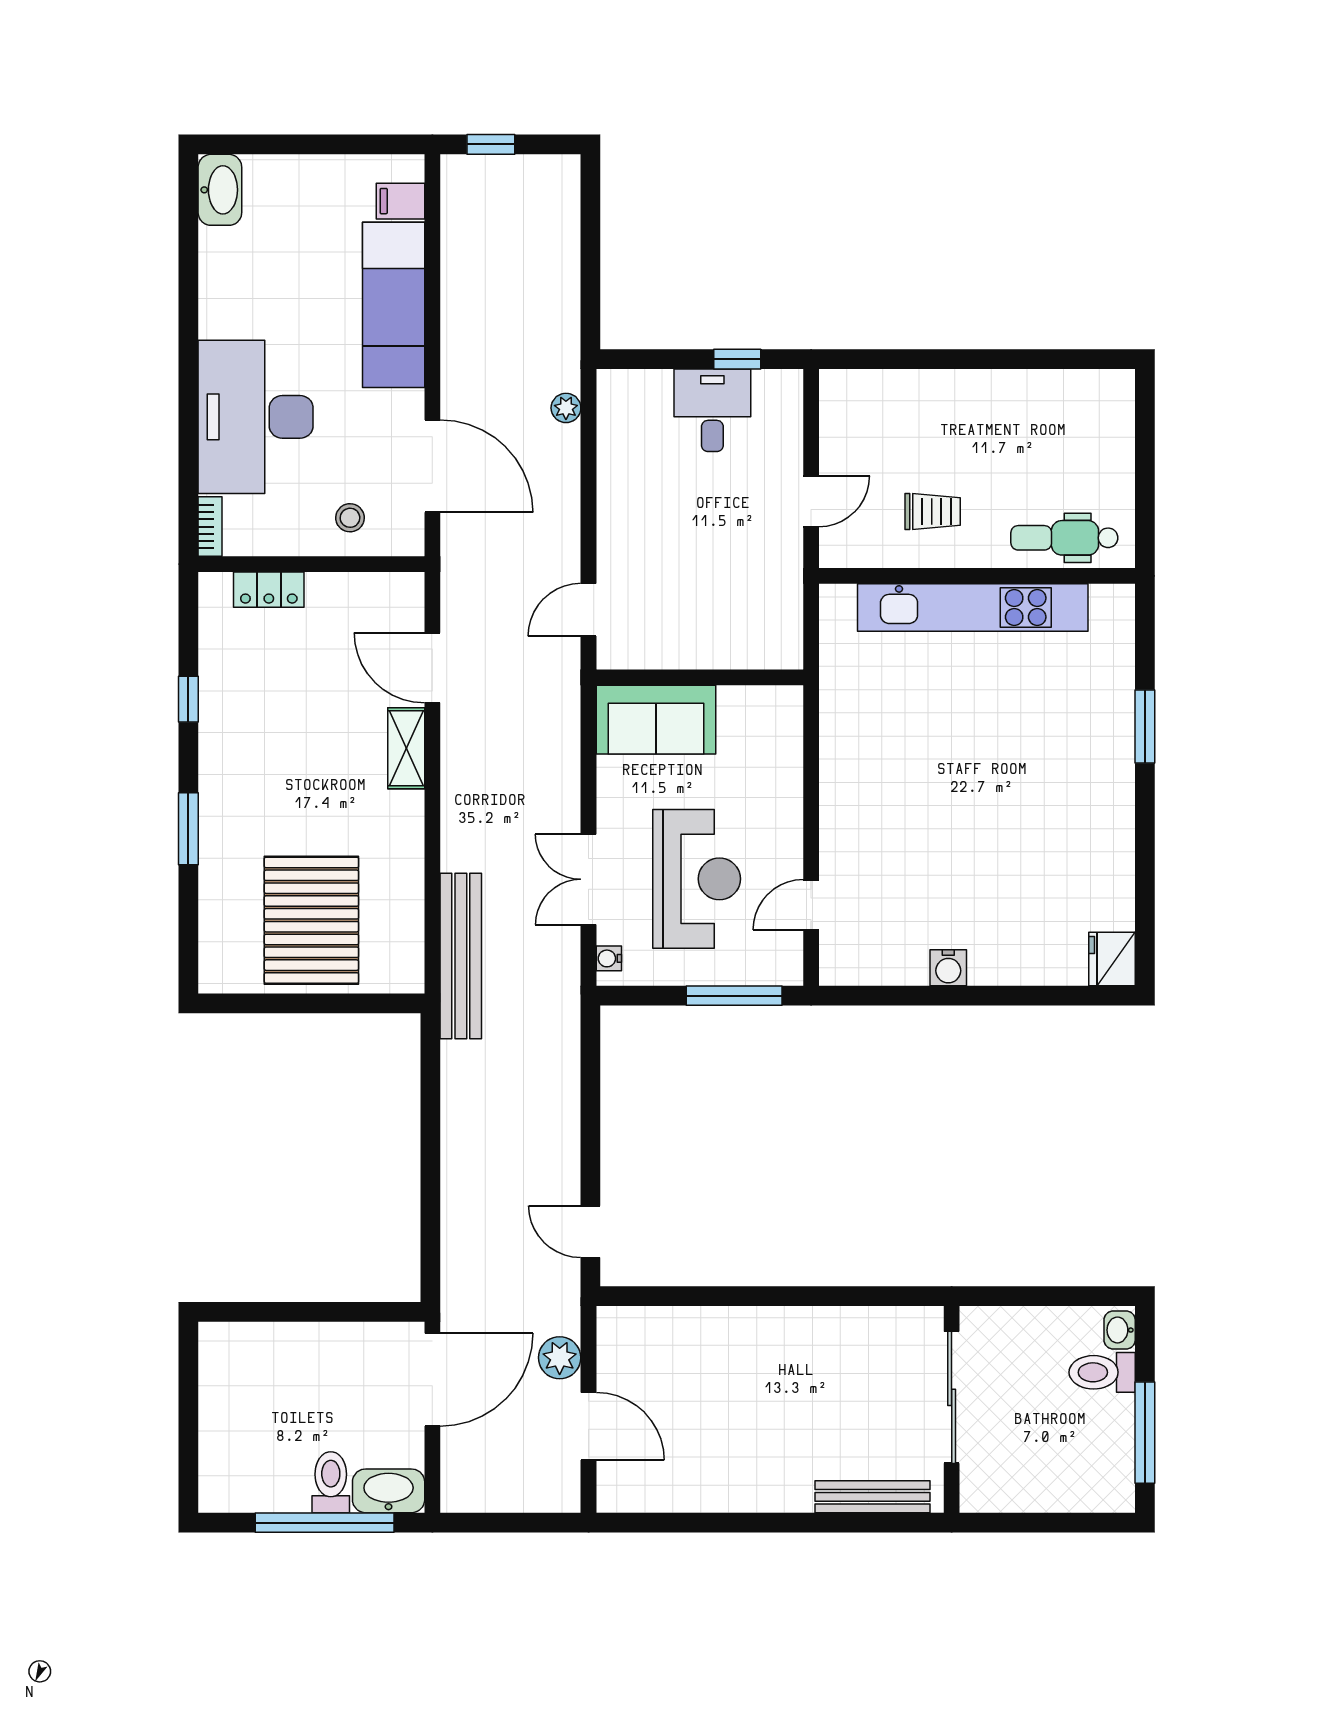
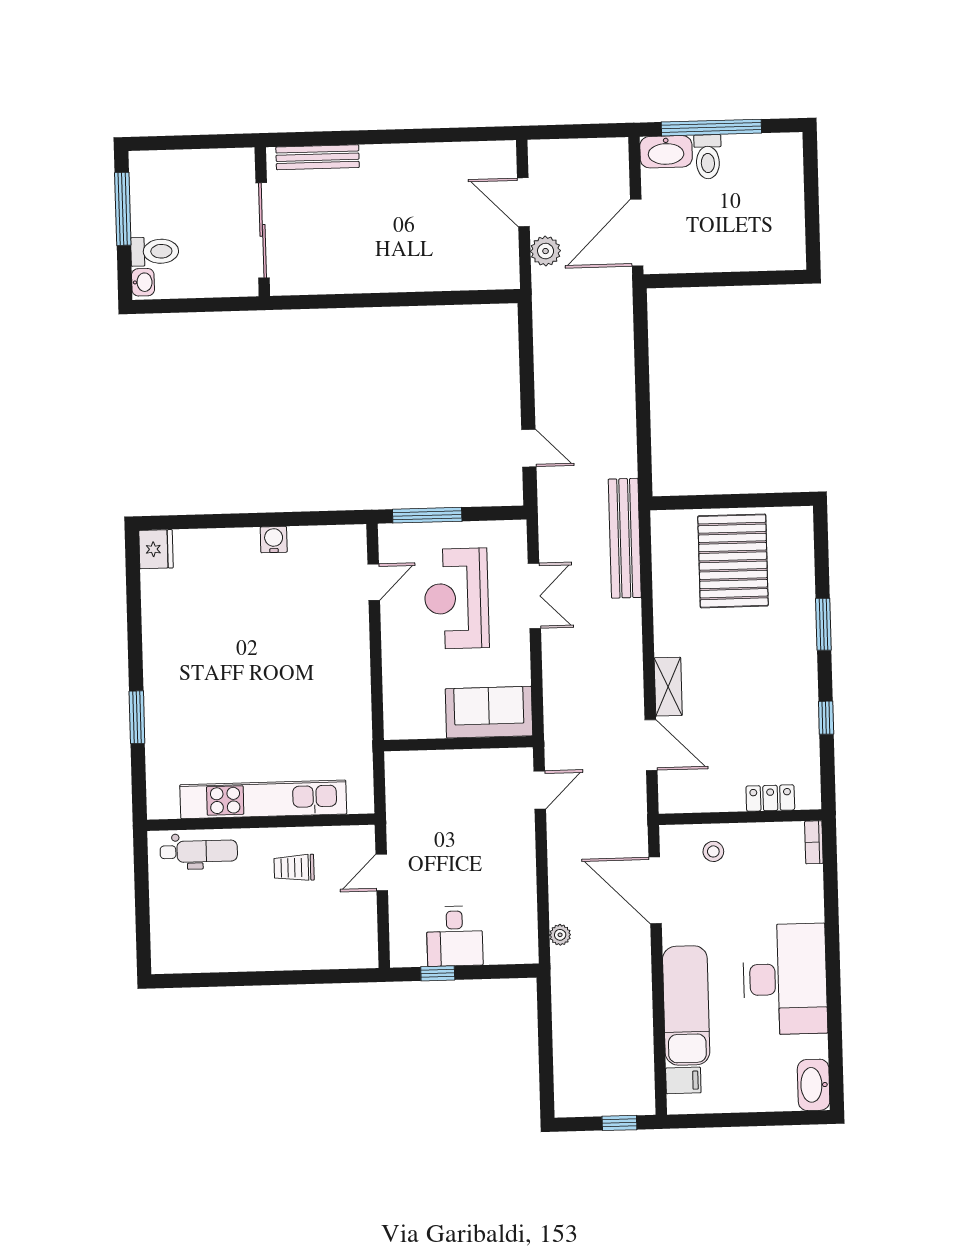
desk: (256, 417) -> (785, 979), moved
water cooler: (609, 958) -> (518, 539), removed
door: (590, 1232) -> (529, 448), moved

